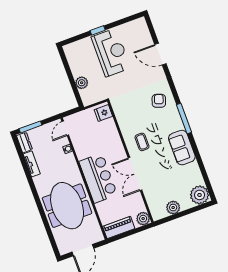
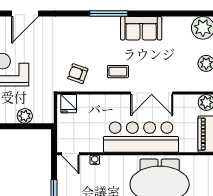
armchair: (159, 101) -> (78, 74), moved
bar counter: (98, 178) -> (141, 137), width x1.36

